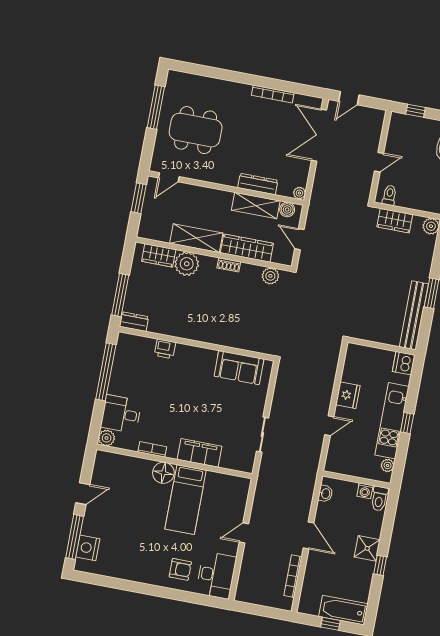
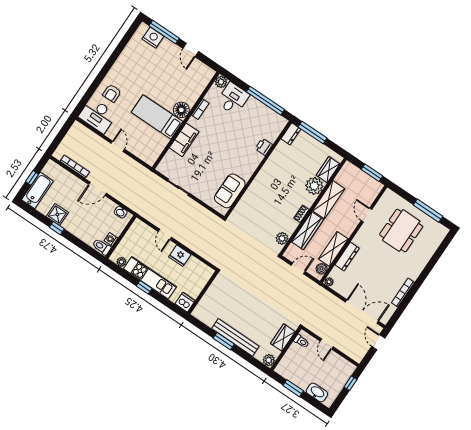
door: (169, 177) -> (366, 215), moved
bench: (414, 315) -> (235, 337), moved
shower: (367, 548) -> (57, 214), moved

